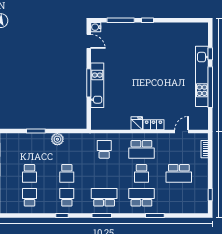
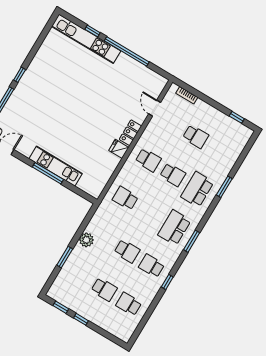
kitchen unit: (202, 76) -> (86, 39), moved
school desk: (141, 149) -> (148, 160), width x0.54
school desk: (179, 173) -> (196, 137), width x0.54

